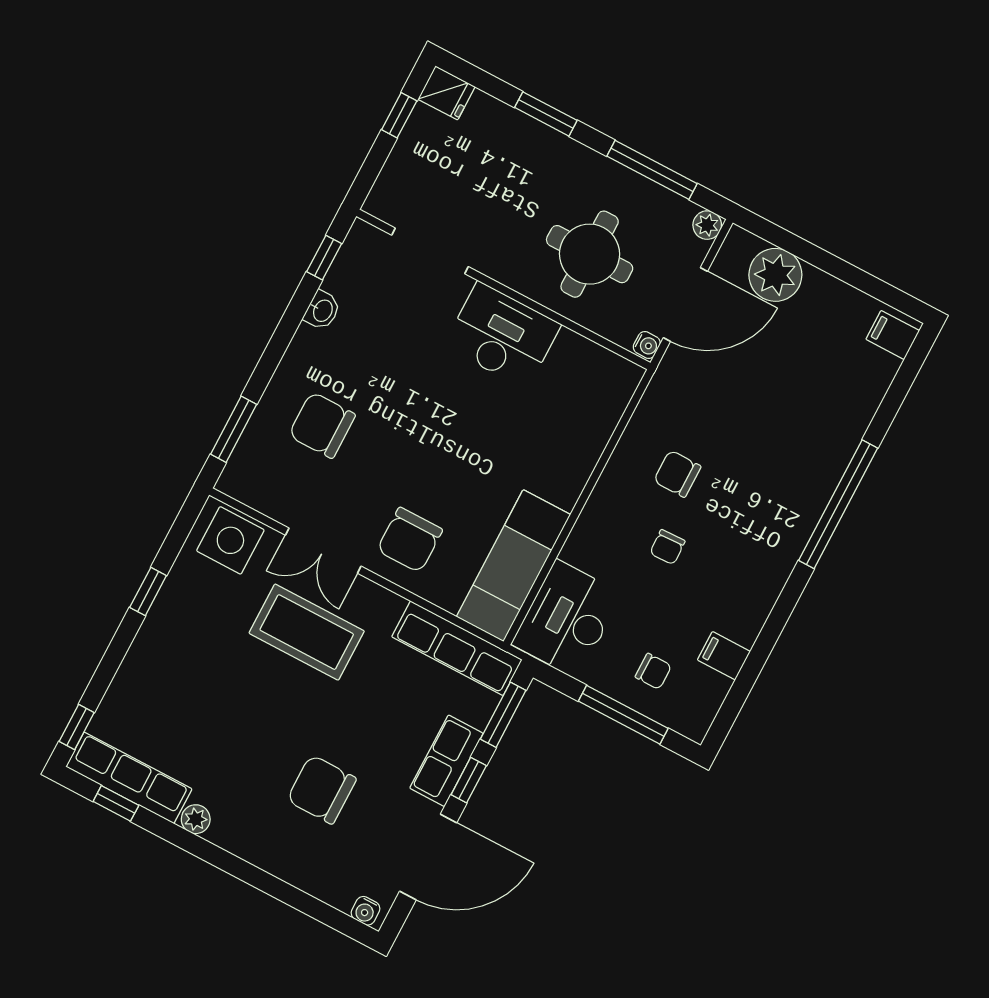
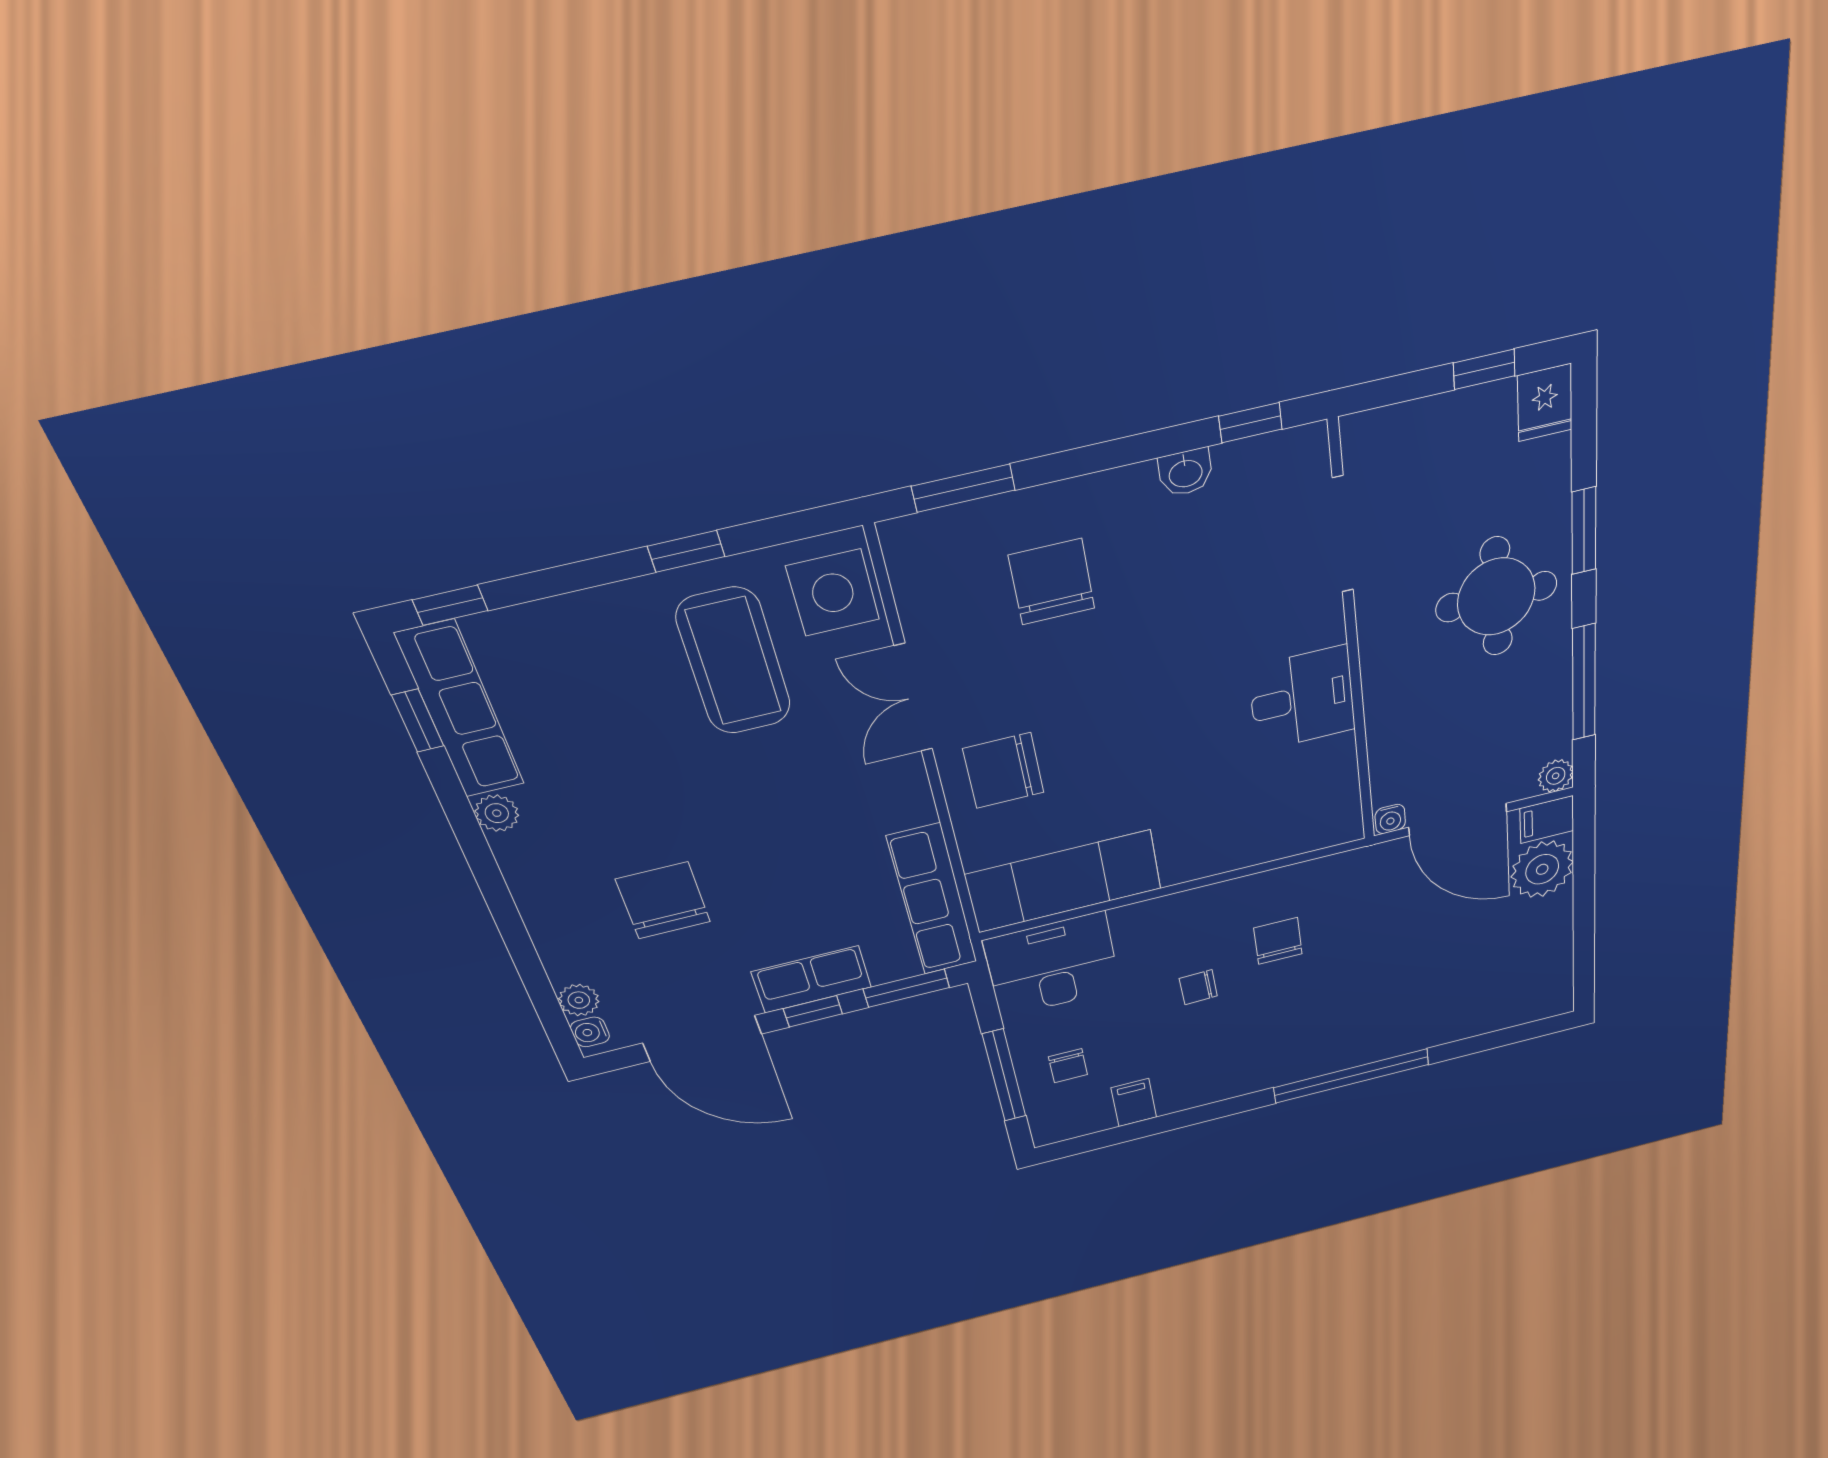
round table: (590, 254) -> (1496, 597), moved
desk: (502, 335) -> (1302, 699), width x0.73
filing cabinet: (893, 335) -> (1547, 820), moved, turned -90
coffee table: (307, 632) -> (734, 661), moved
plant: (340, 895) -> (579, 1000), added

